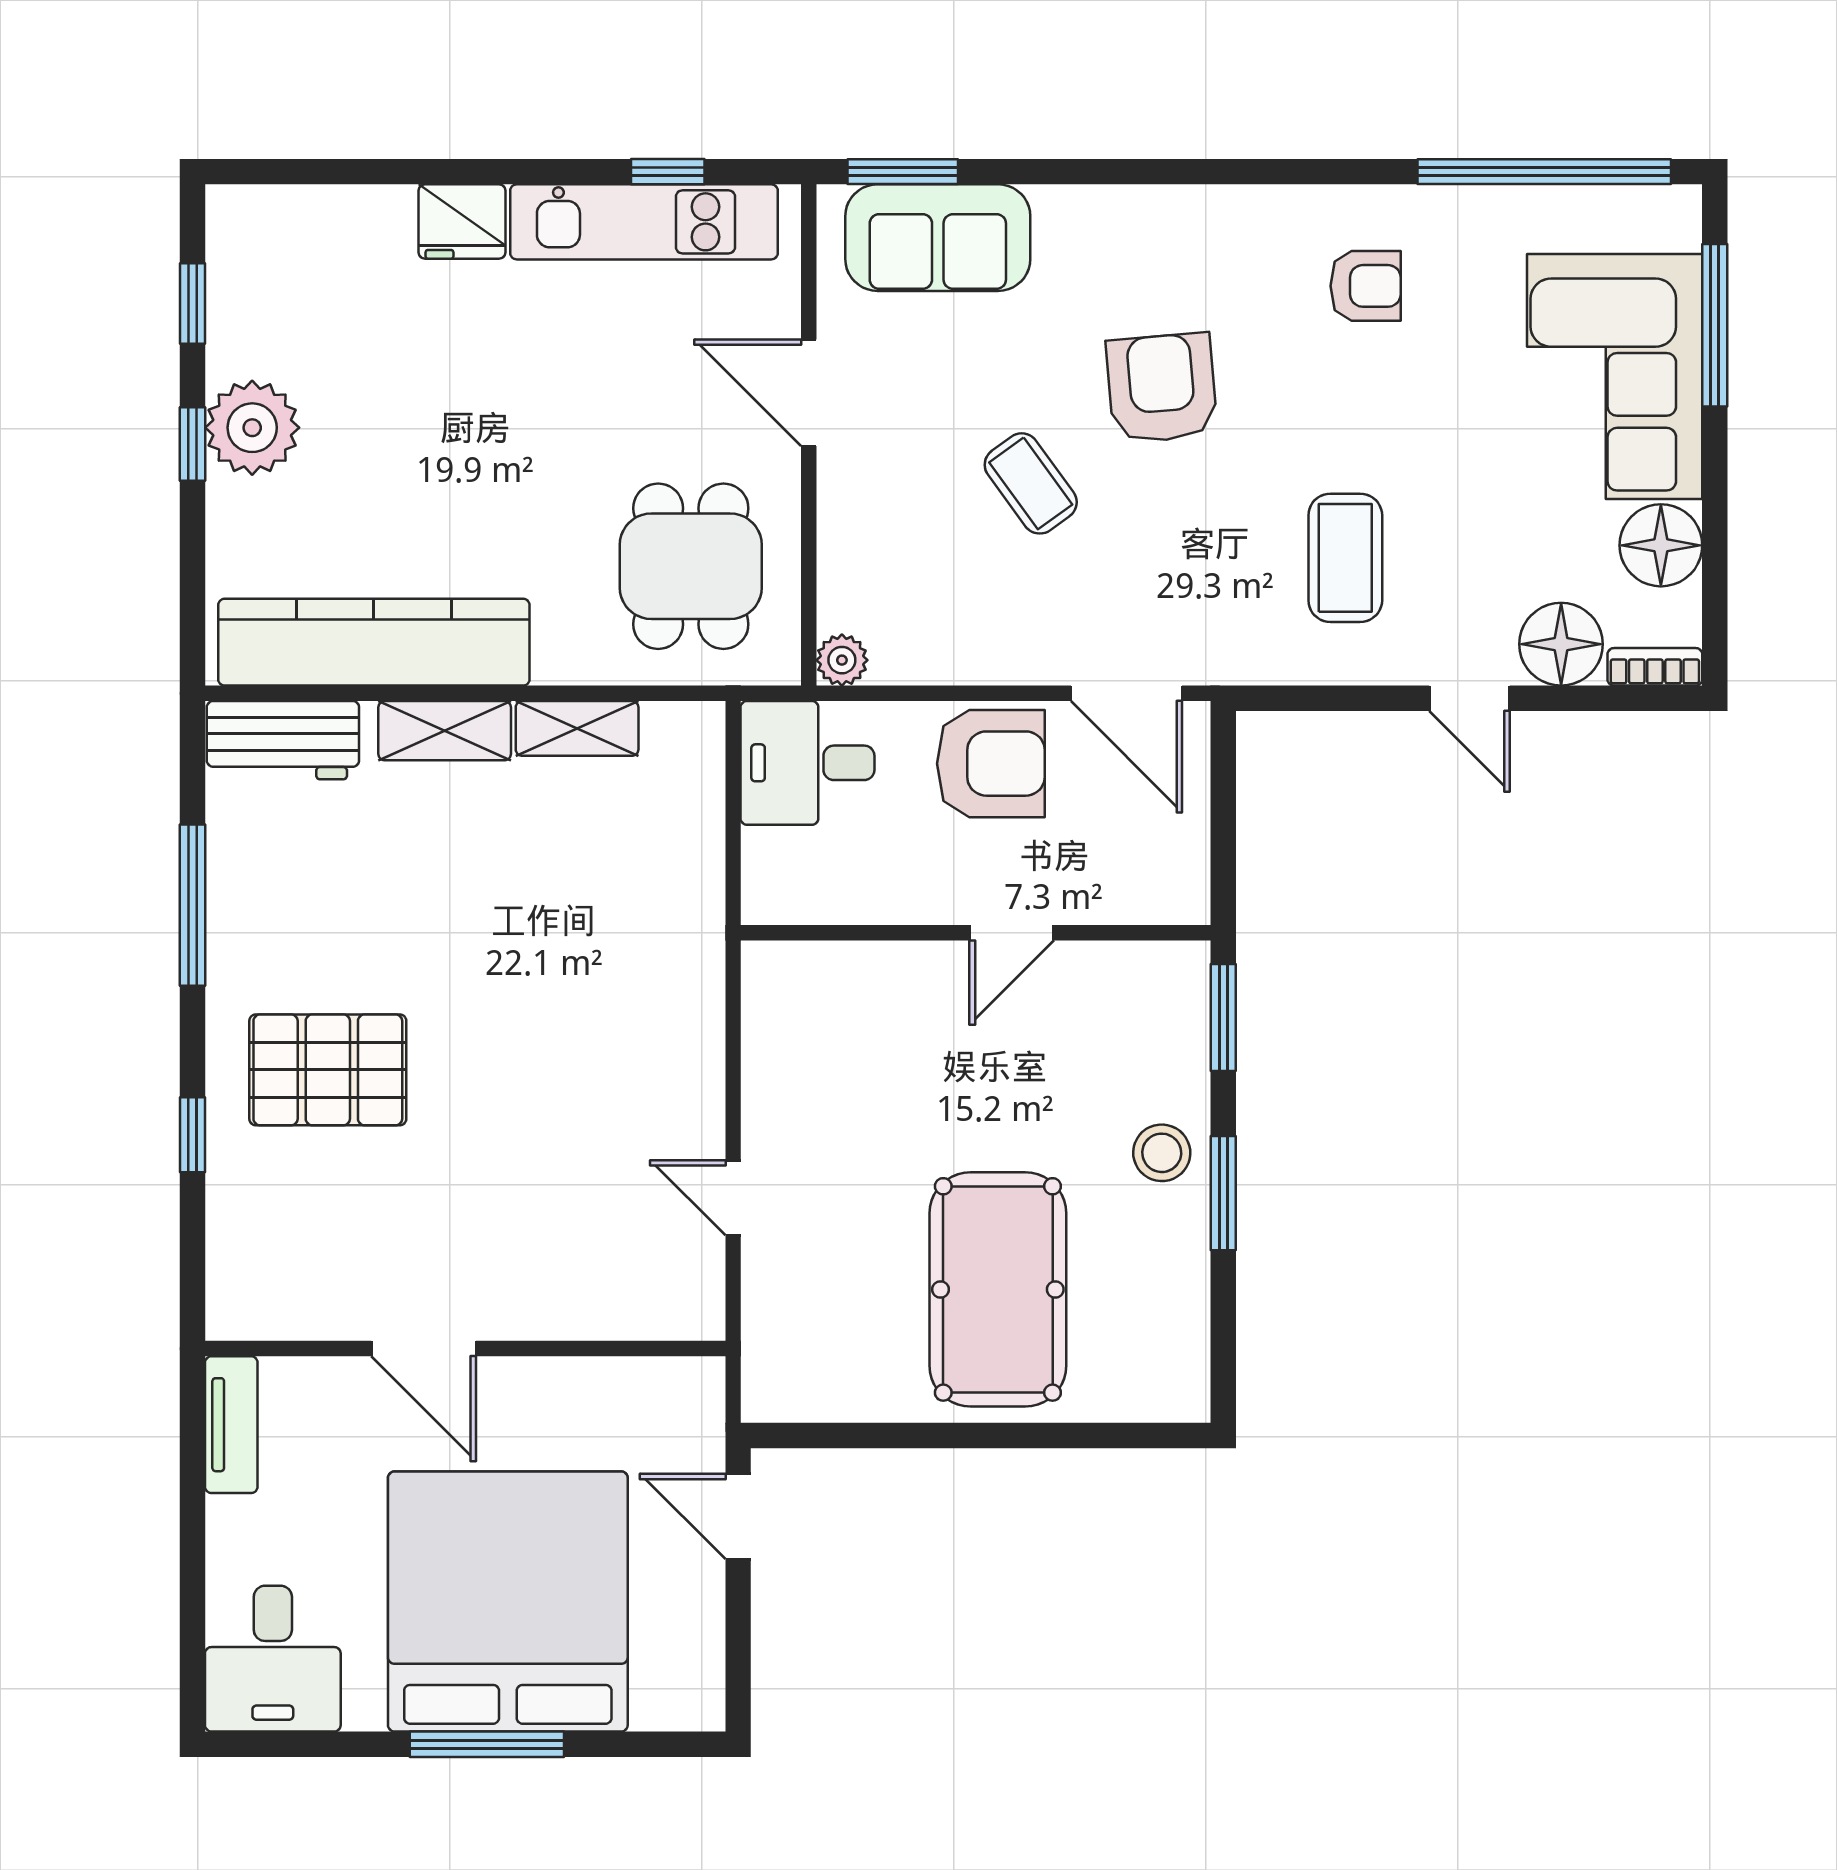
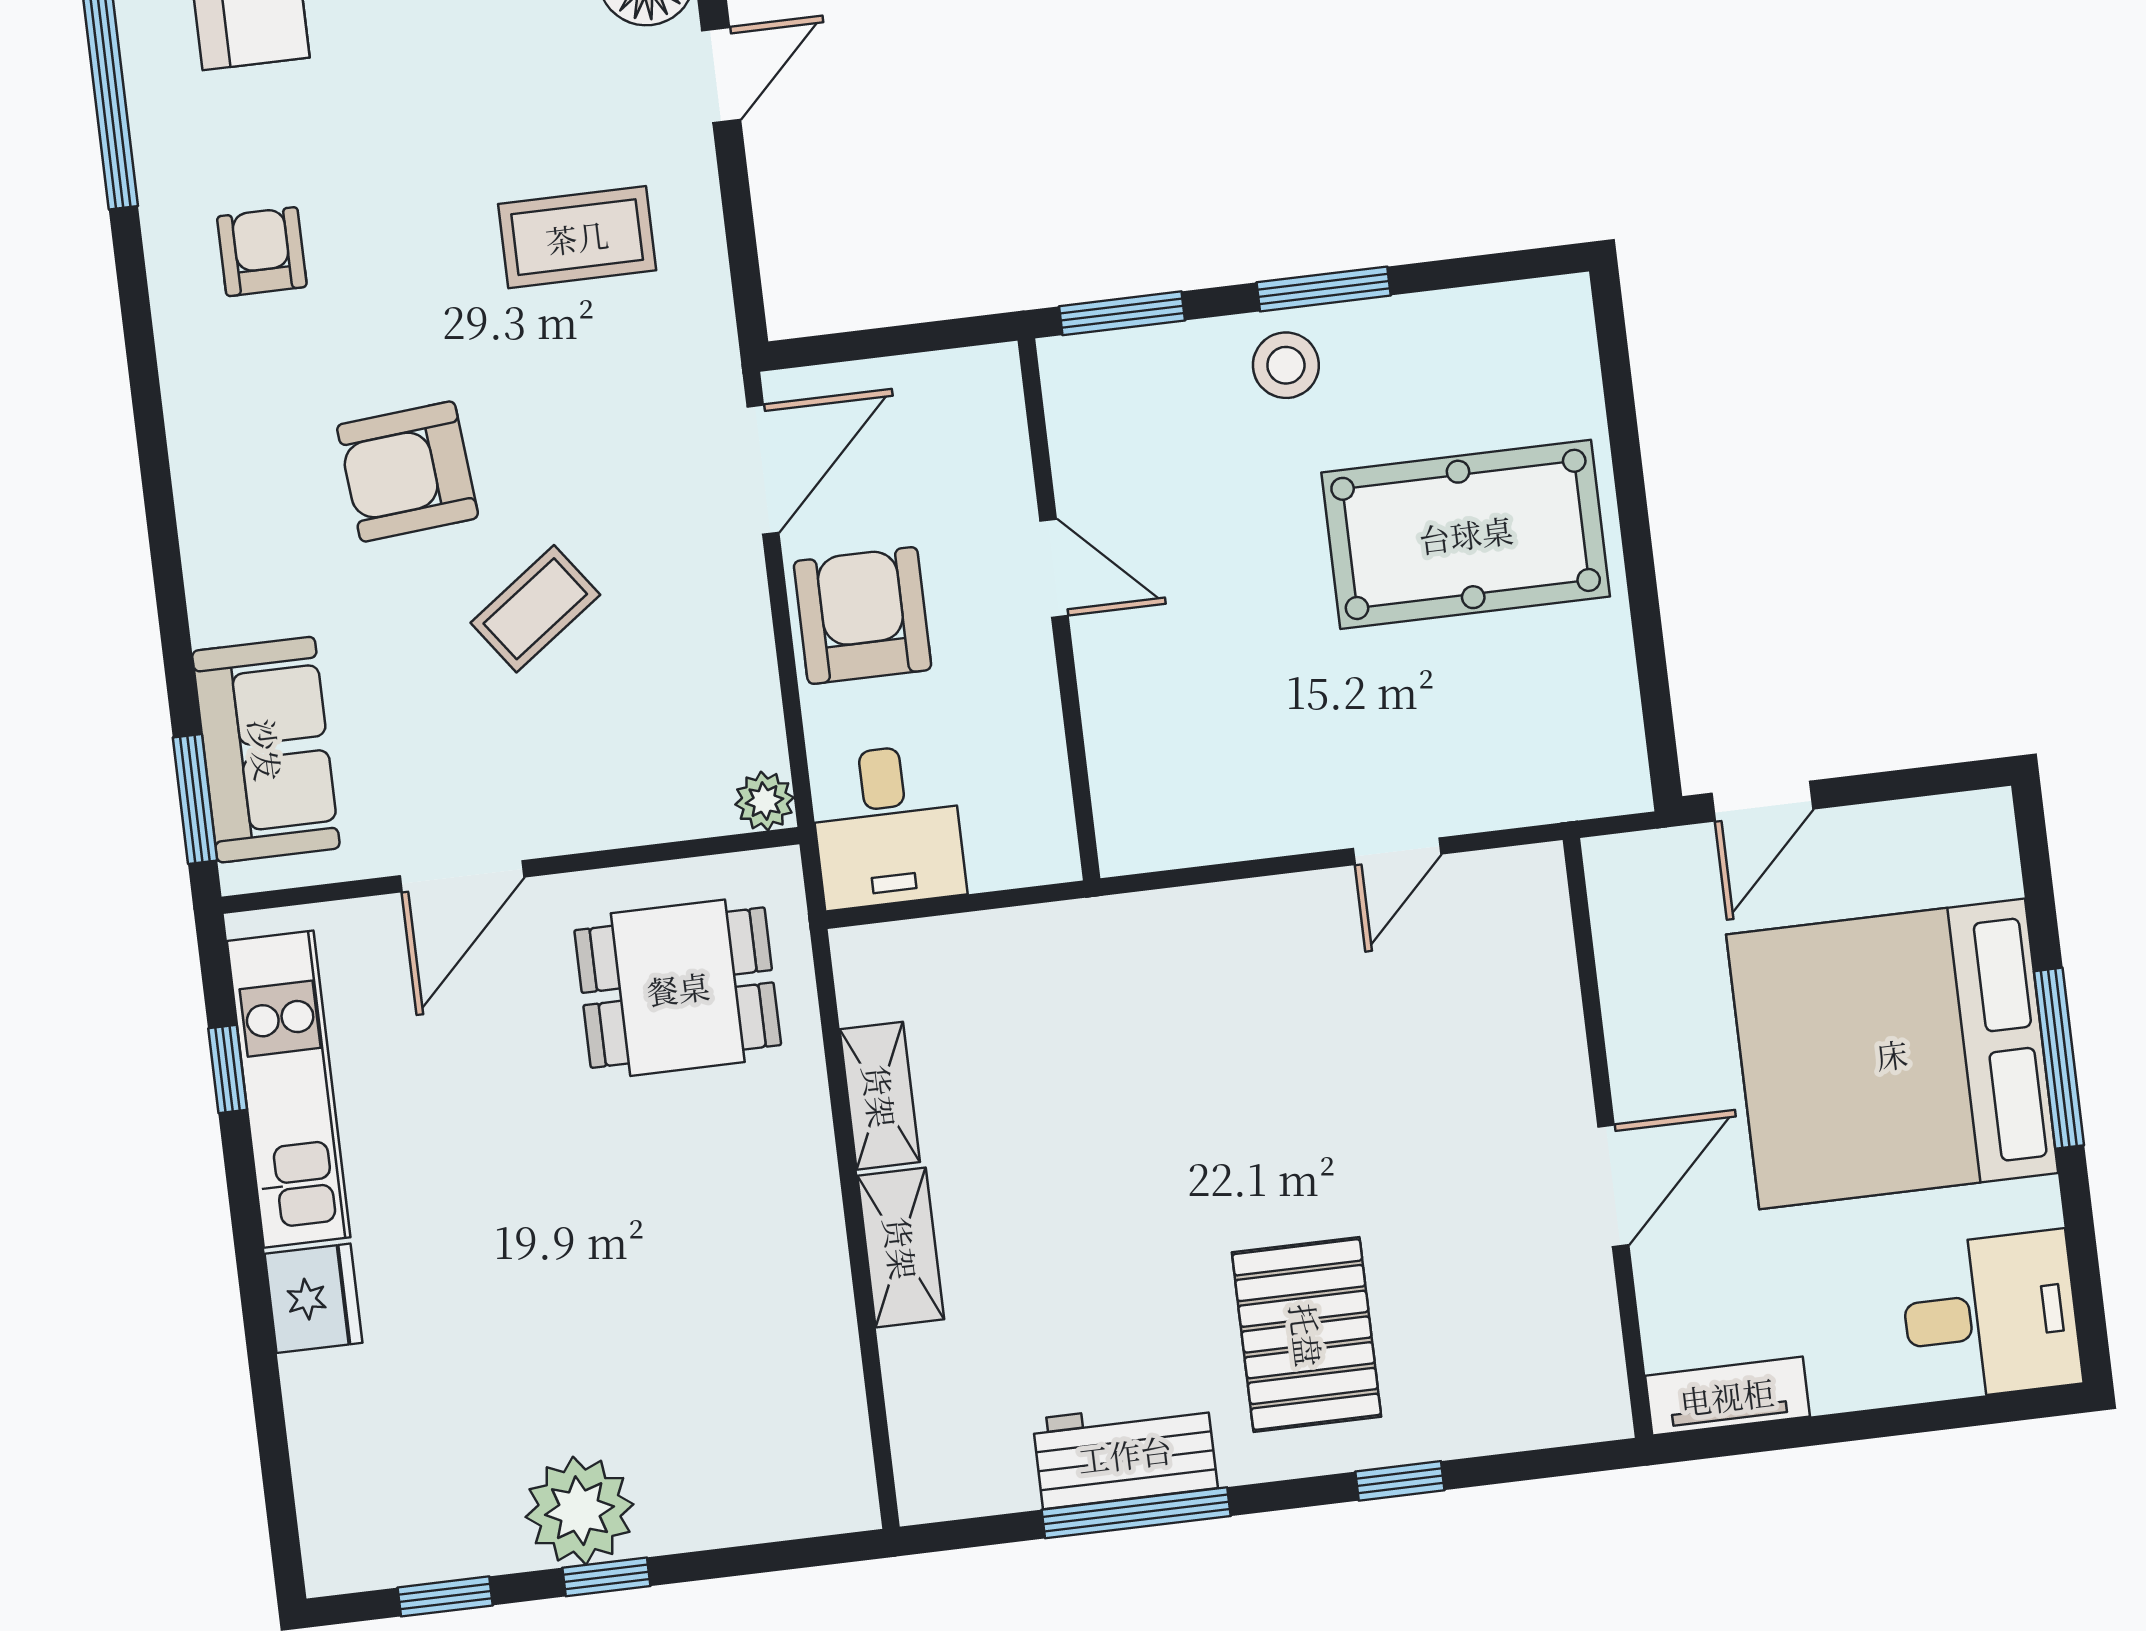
kitchen counter: (374, 642) -> (809, 1341), removed
workbench: (283, 740) -> (1125, 1454), moved, turned -90

